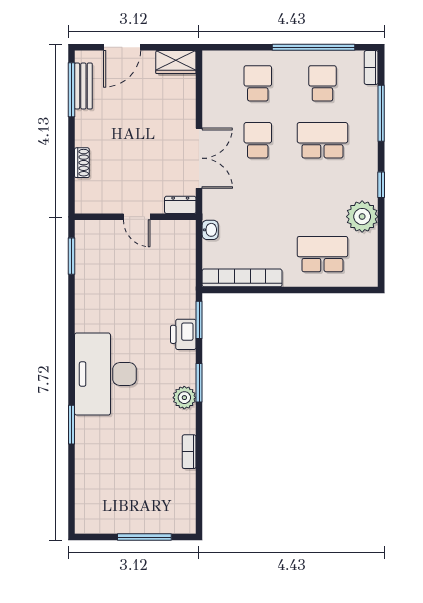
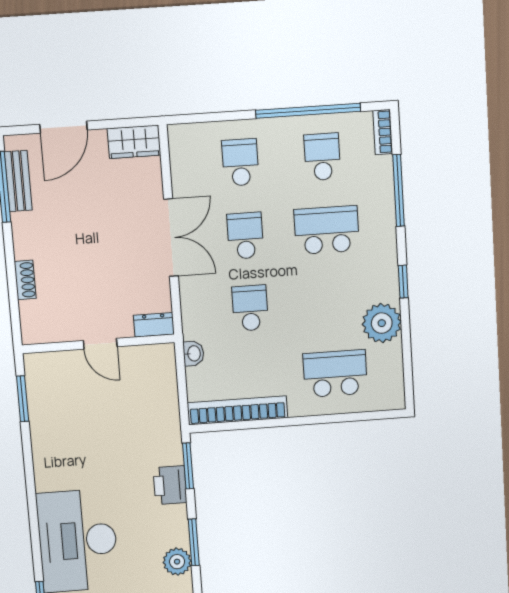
double door: (199, 158) -> (171, 238), moved
school desk: (258, 197) -> (250, 308), added

